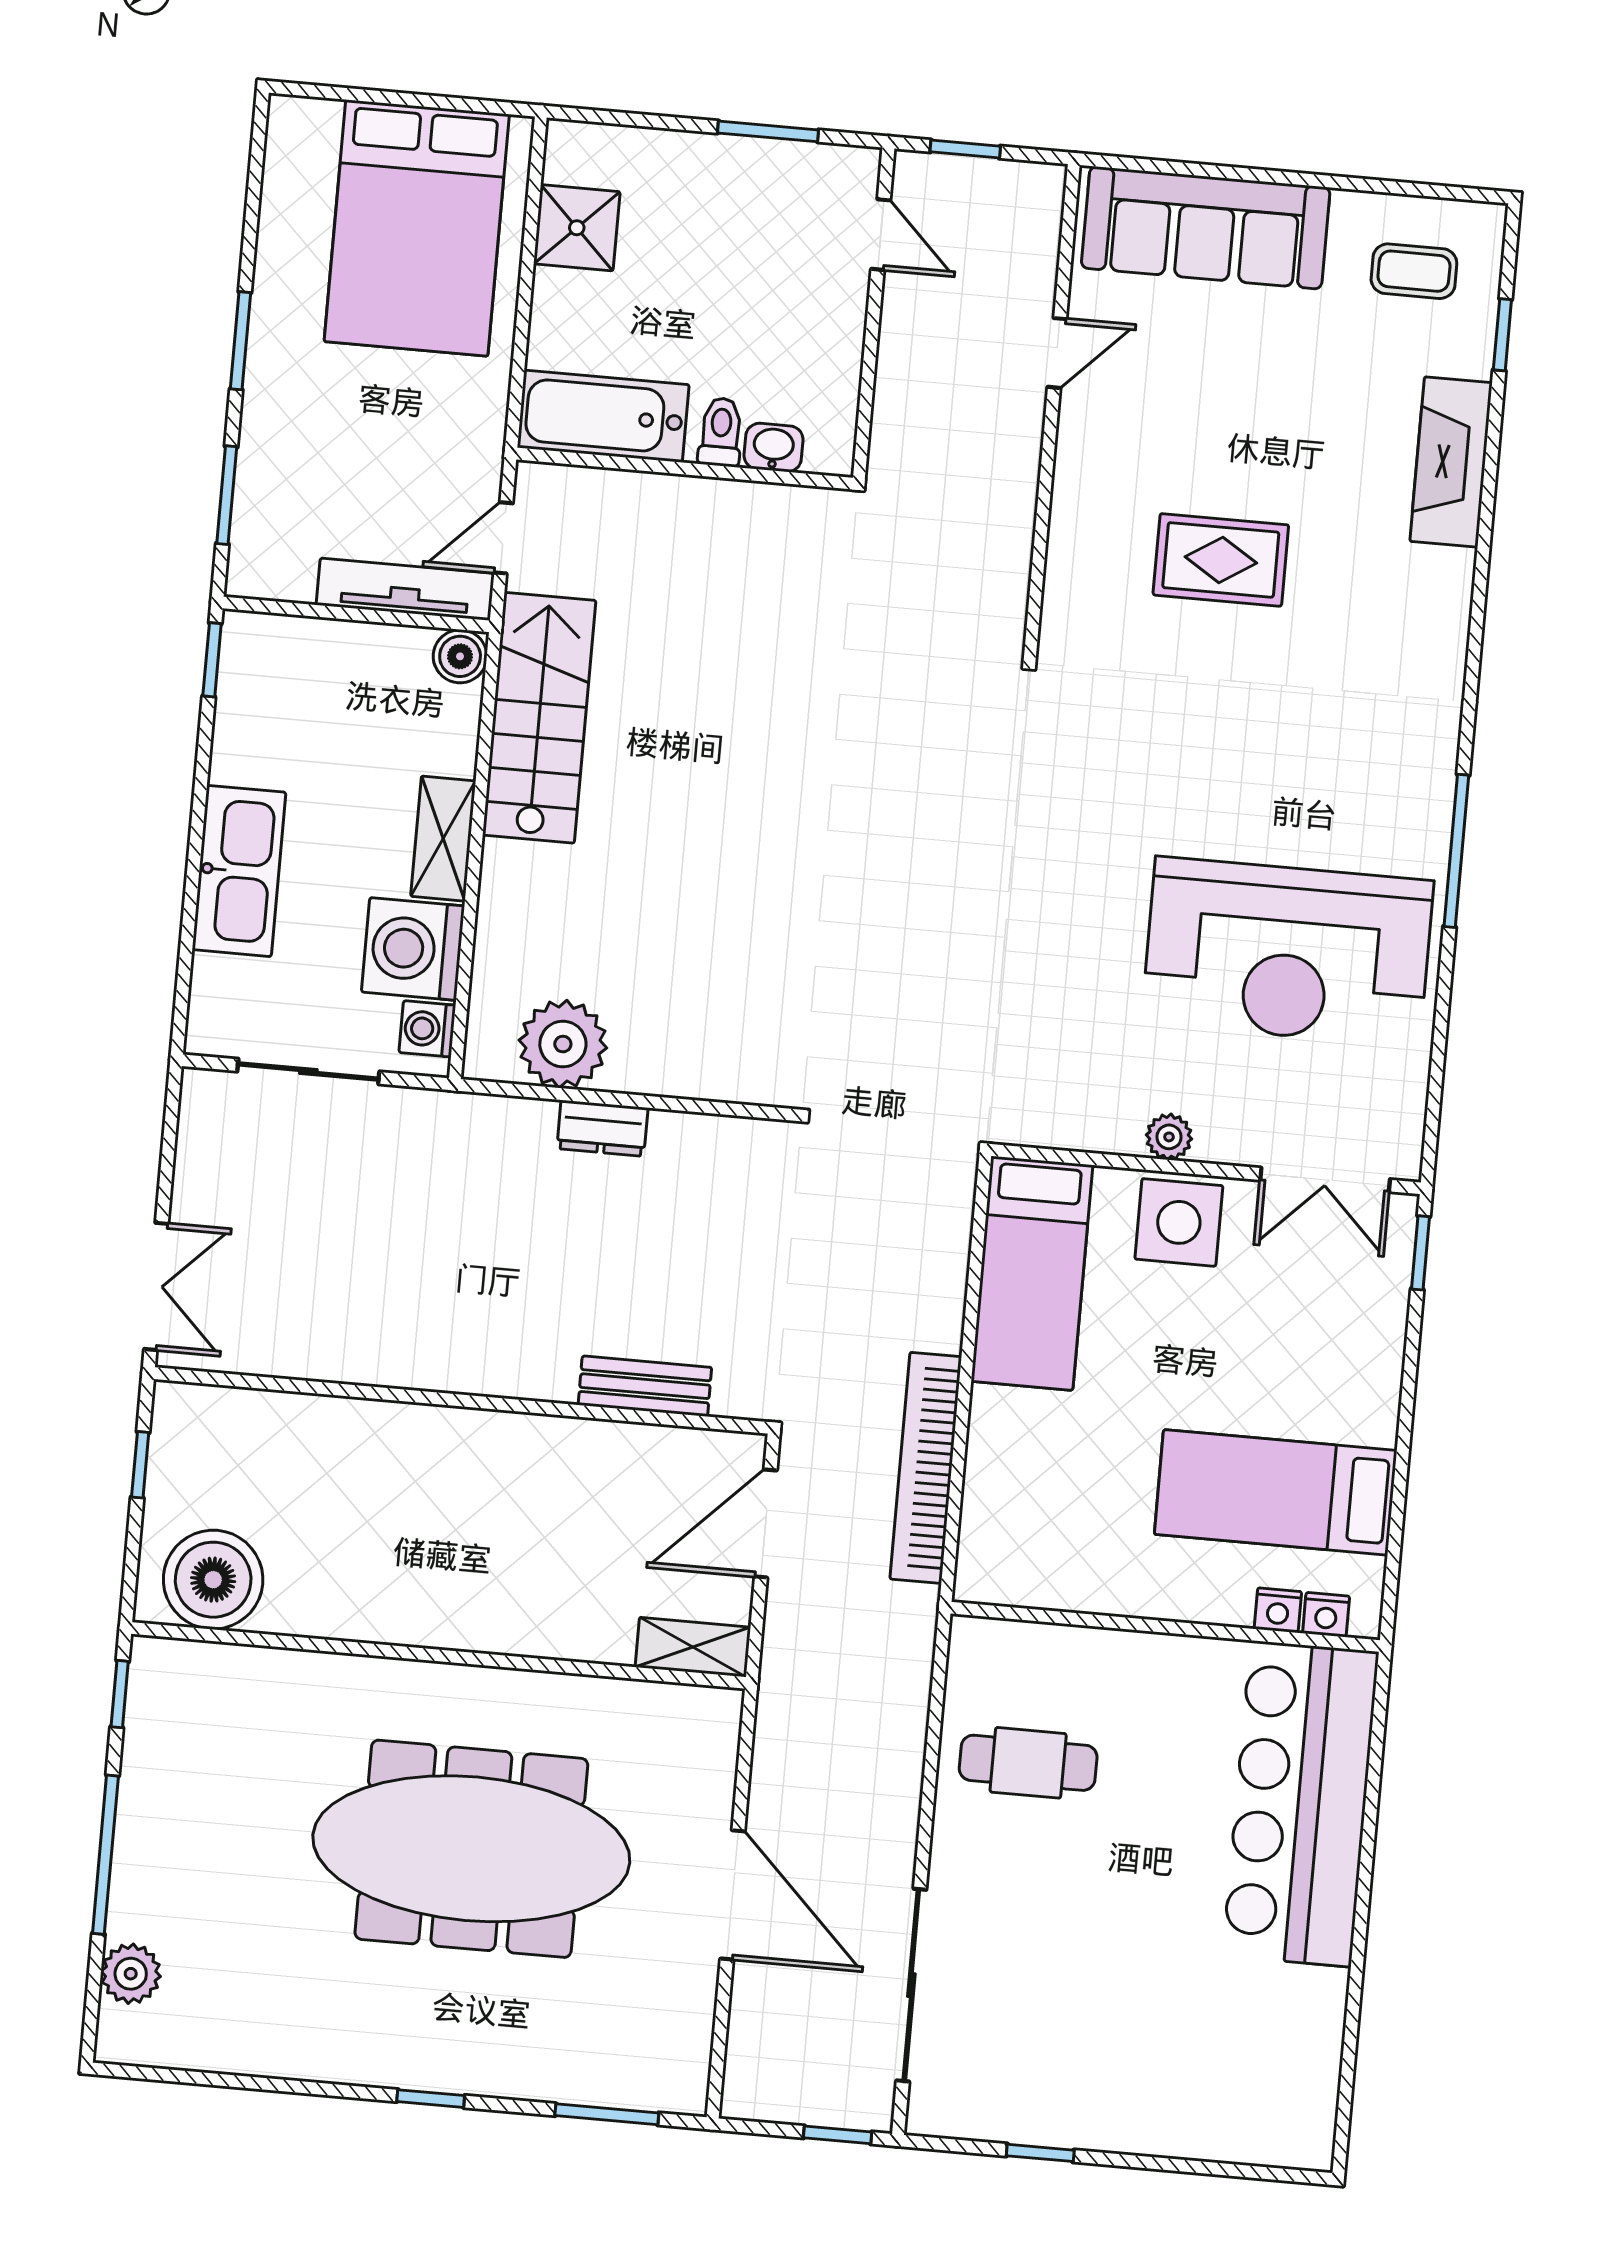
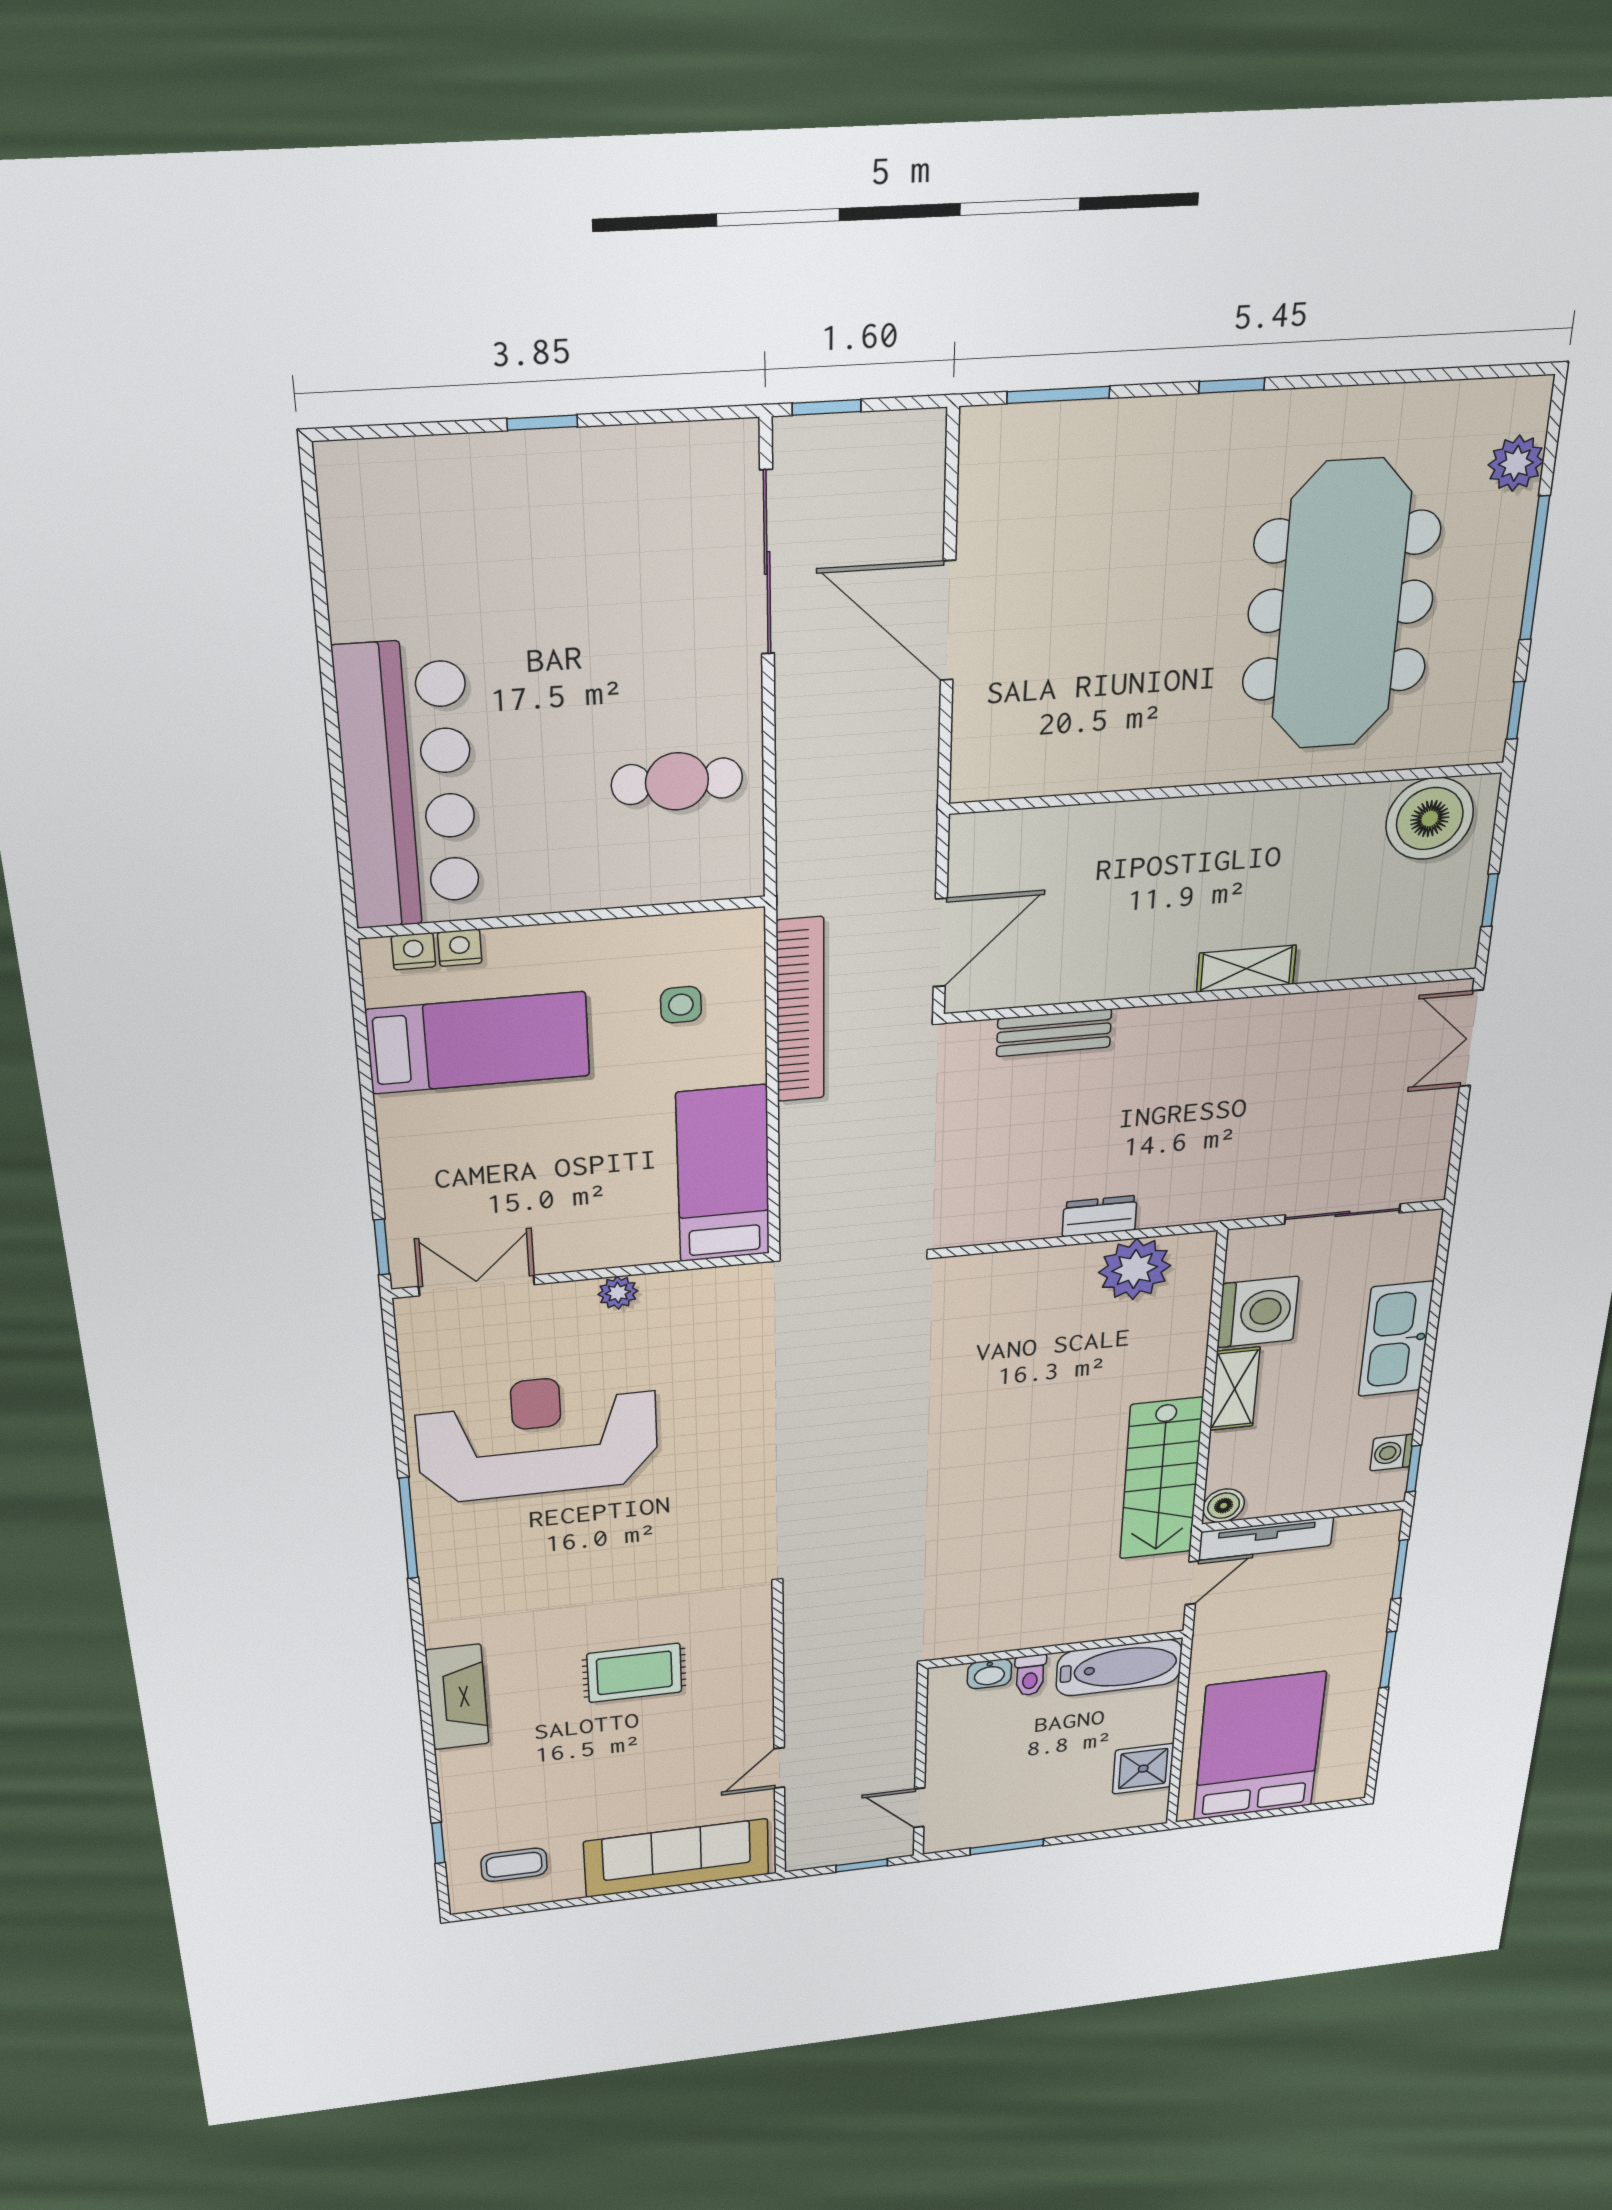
fireplace: (1451, 462) -> (457, 1697), moved
washing machine: (427, 1029) -> (1392, 1453), moved, turned 180
side table: (1179, 1222) -> (681, 1005), moved, width x0.54, depth x0.54
shelving: (693, 1647) -> (1246, 969), moved
meeting table: (471, 1849) -> (1341, 606), moved, turned 90
window: (1040, 2153) -> (542, 423), moved

